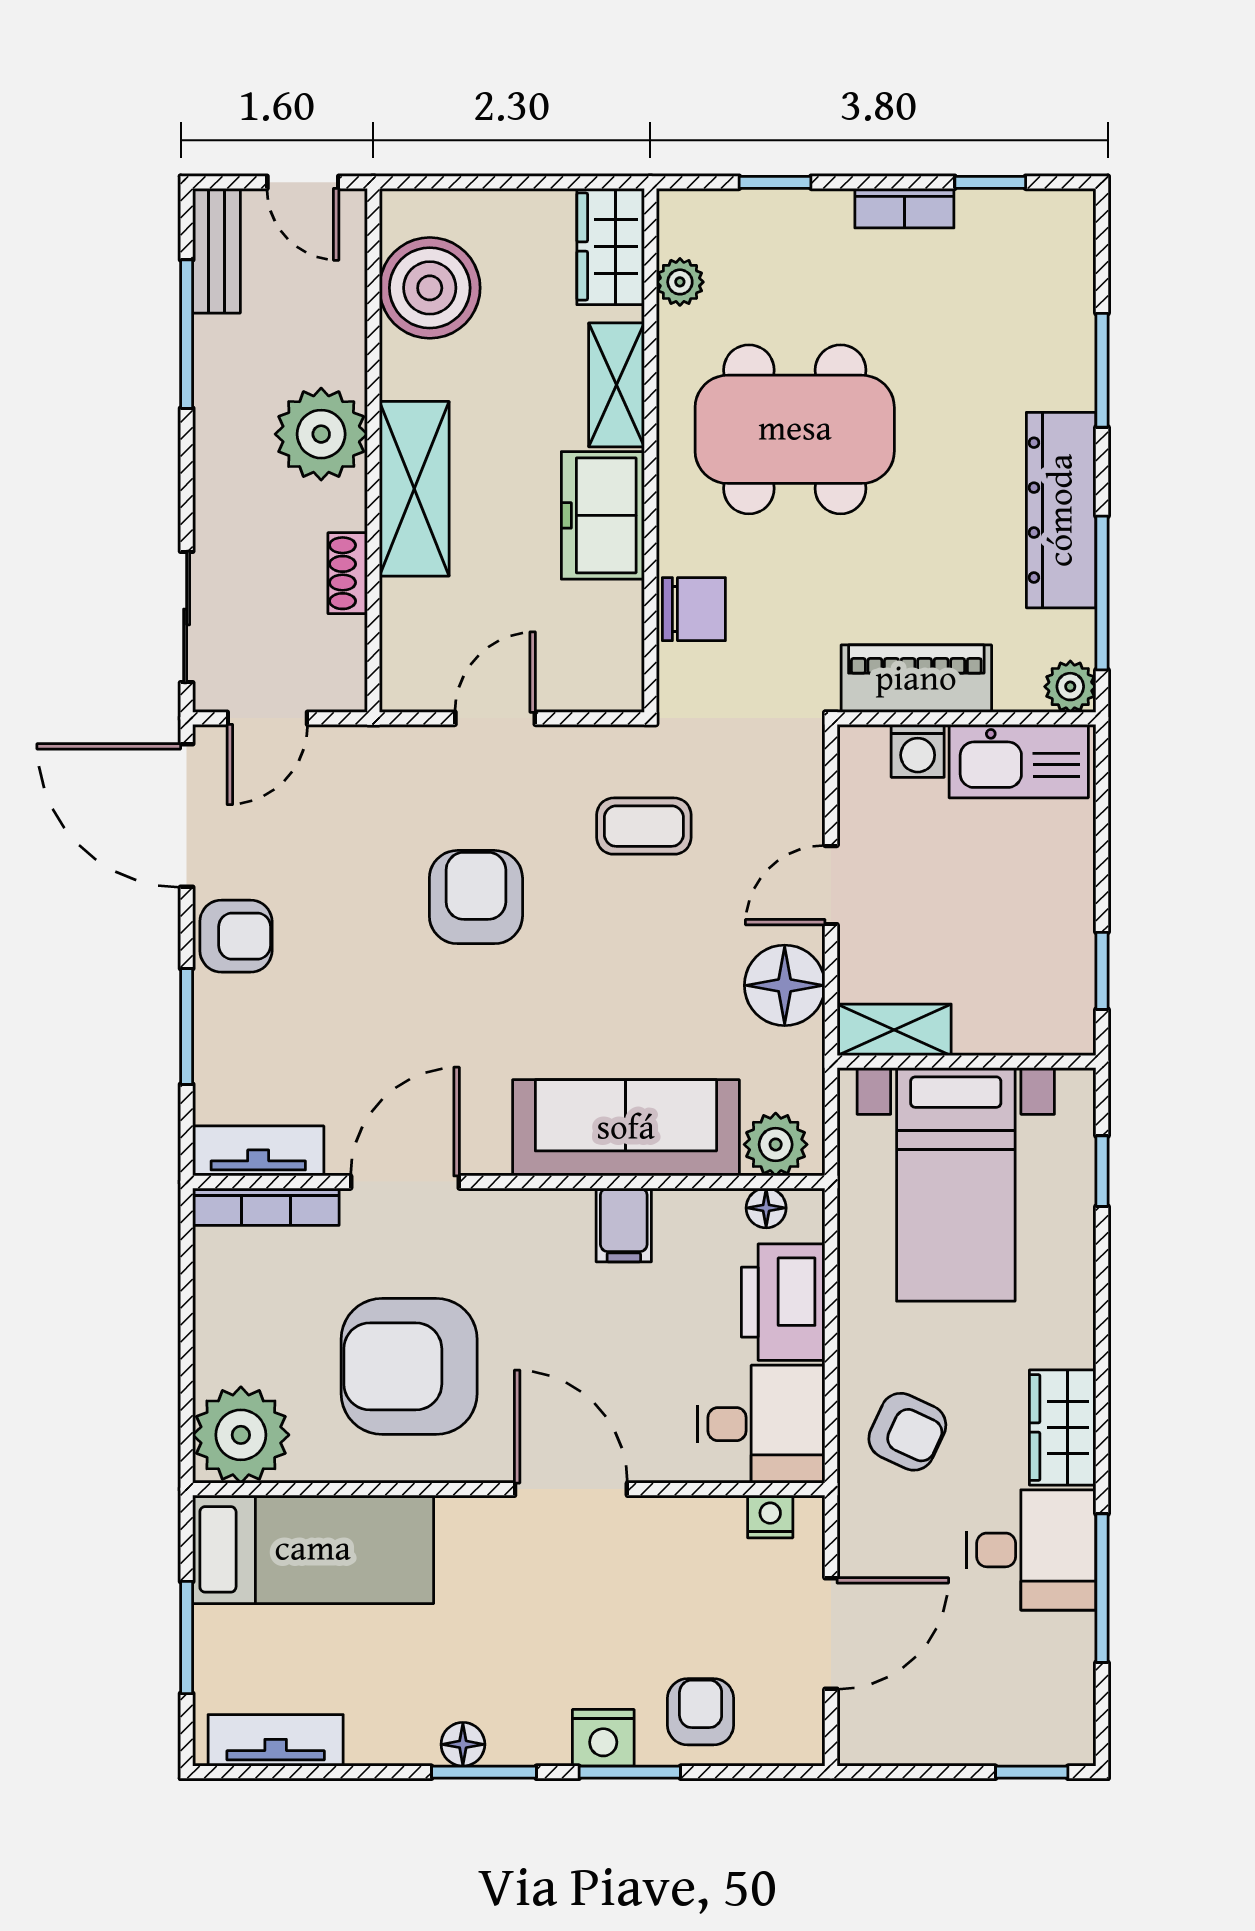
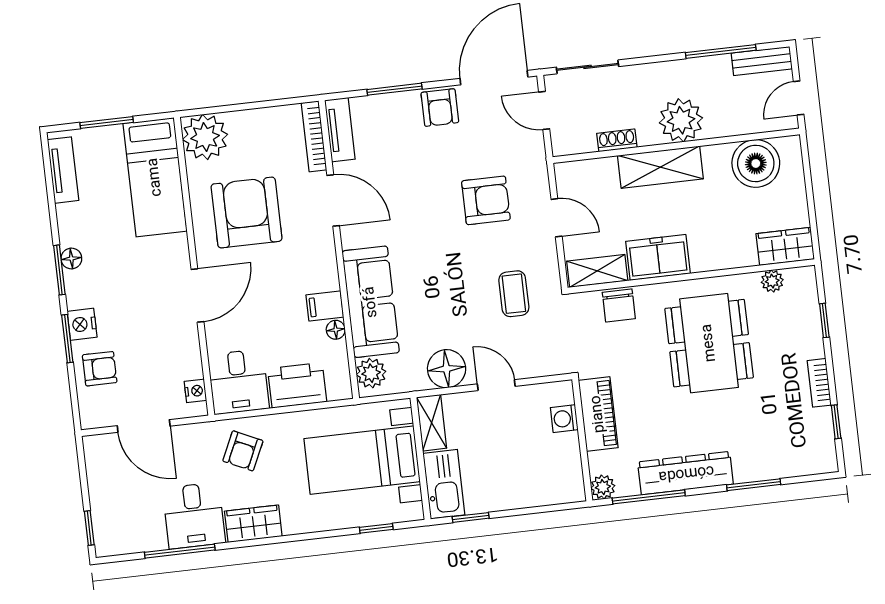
shelving: (616, 385) -> (597, 271), moved
kitchen sink: (1019, 761) -> (444, 484), moved, turned 180
armchair: (476, 897) -> (486, 200), moved
floor lamp: (766, 1208) -> (336, 330), moved

